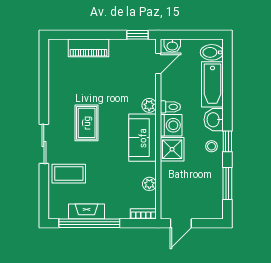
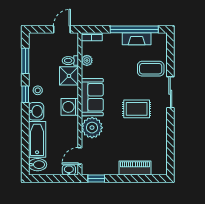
plant: (149, 105) -> (92, 128), width x1.87, depth x1.87
toilet: (170, 107) -> (70, 61), moved
rug: (87, 123) -> (137, 109), turned 90
shower: (172, 149) -> (69, 76), moved

